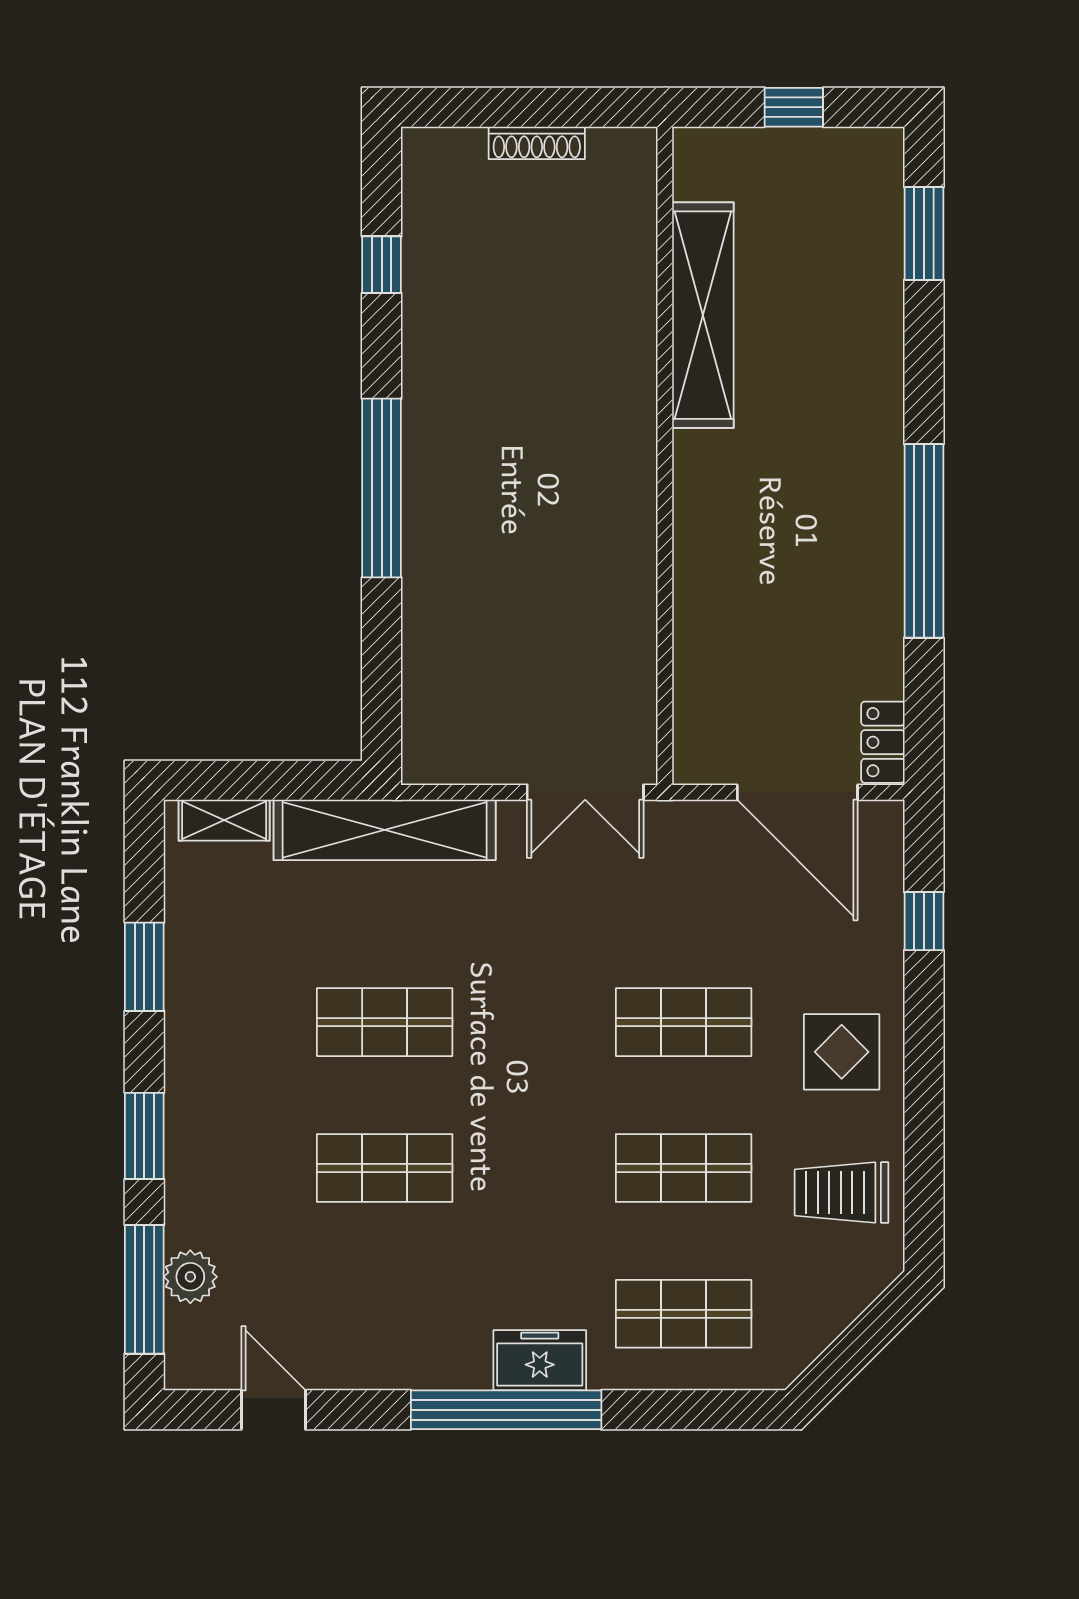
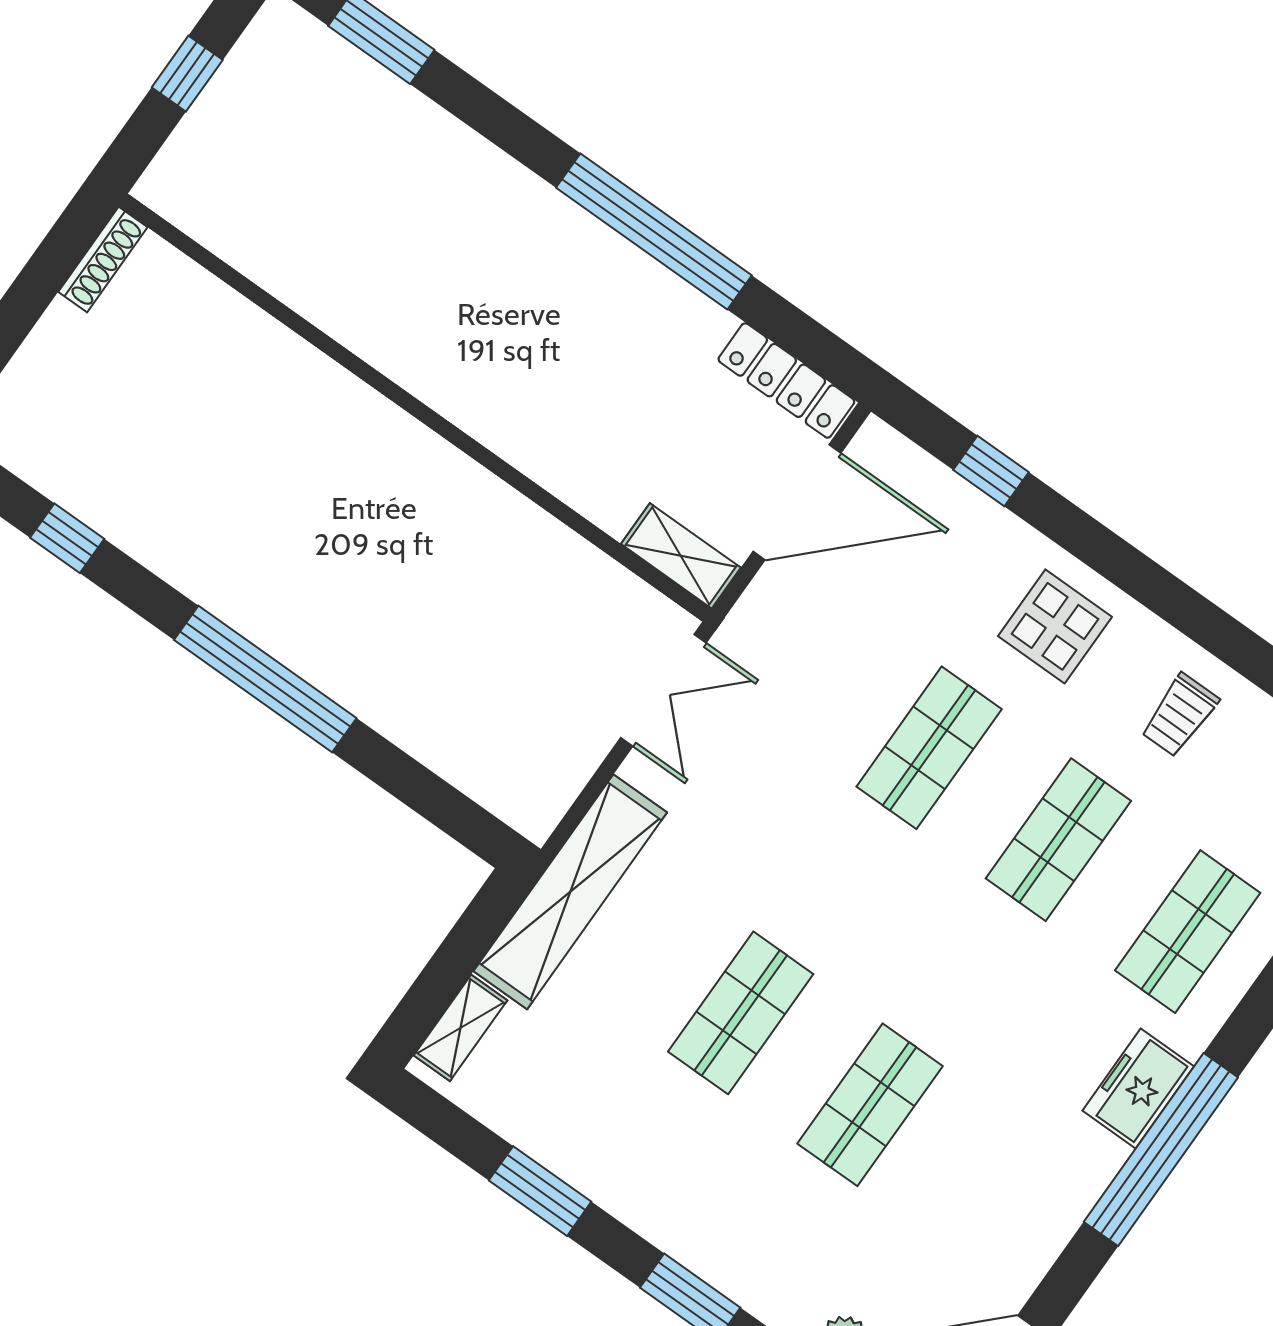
shoe rack: (537, 143) -> (103, 259), moved
shelving: (703, 315) -> (681, 556), moved, width x0.45, depth x0.75
locker: (883, 742) -> (786, 380), width x1.53
trolley: (842, 1193) -> (1180, 715), width x0.73, depth x0.72

